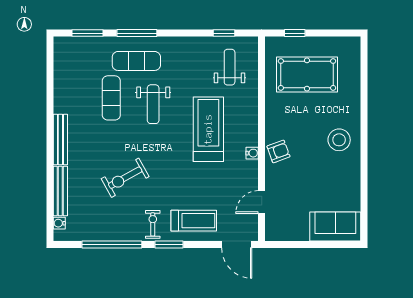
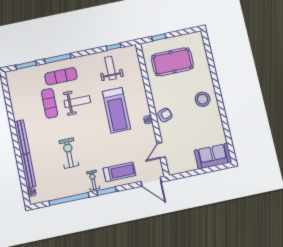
weight bench: (230, 67) -> (110, 68), moved
weight bench: (153, 104) -> (77, 102), turned -90
treadmill: (208, 129) -> (116, 110), turned 180
exercise bike: (125, 178) -> (69, 153), turned 119

